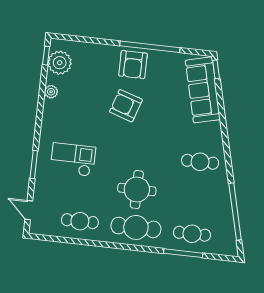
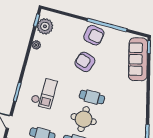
armchair: (133, 65) -> (94, 35), turned -80
checkout: (73, 160) -> (44, 93), turned 90
cafe table: (200, 162) -> (92, 97), moved

